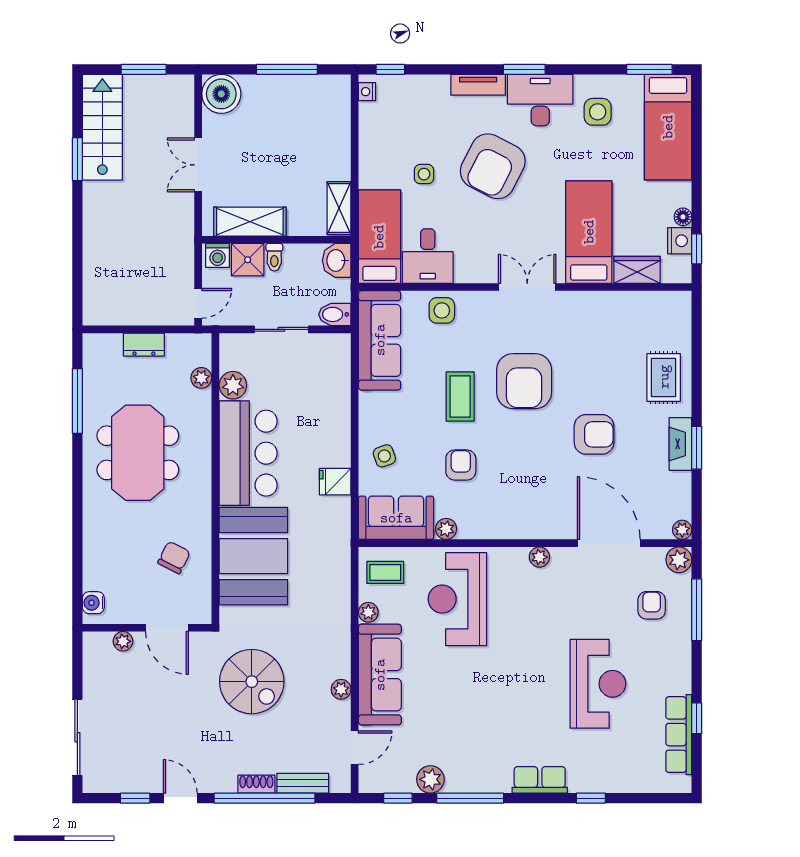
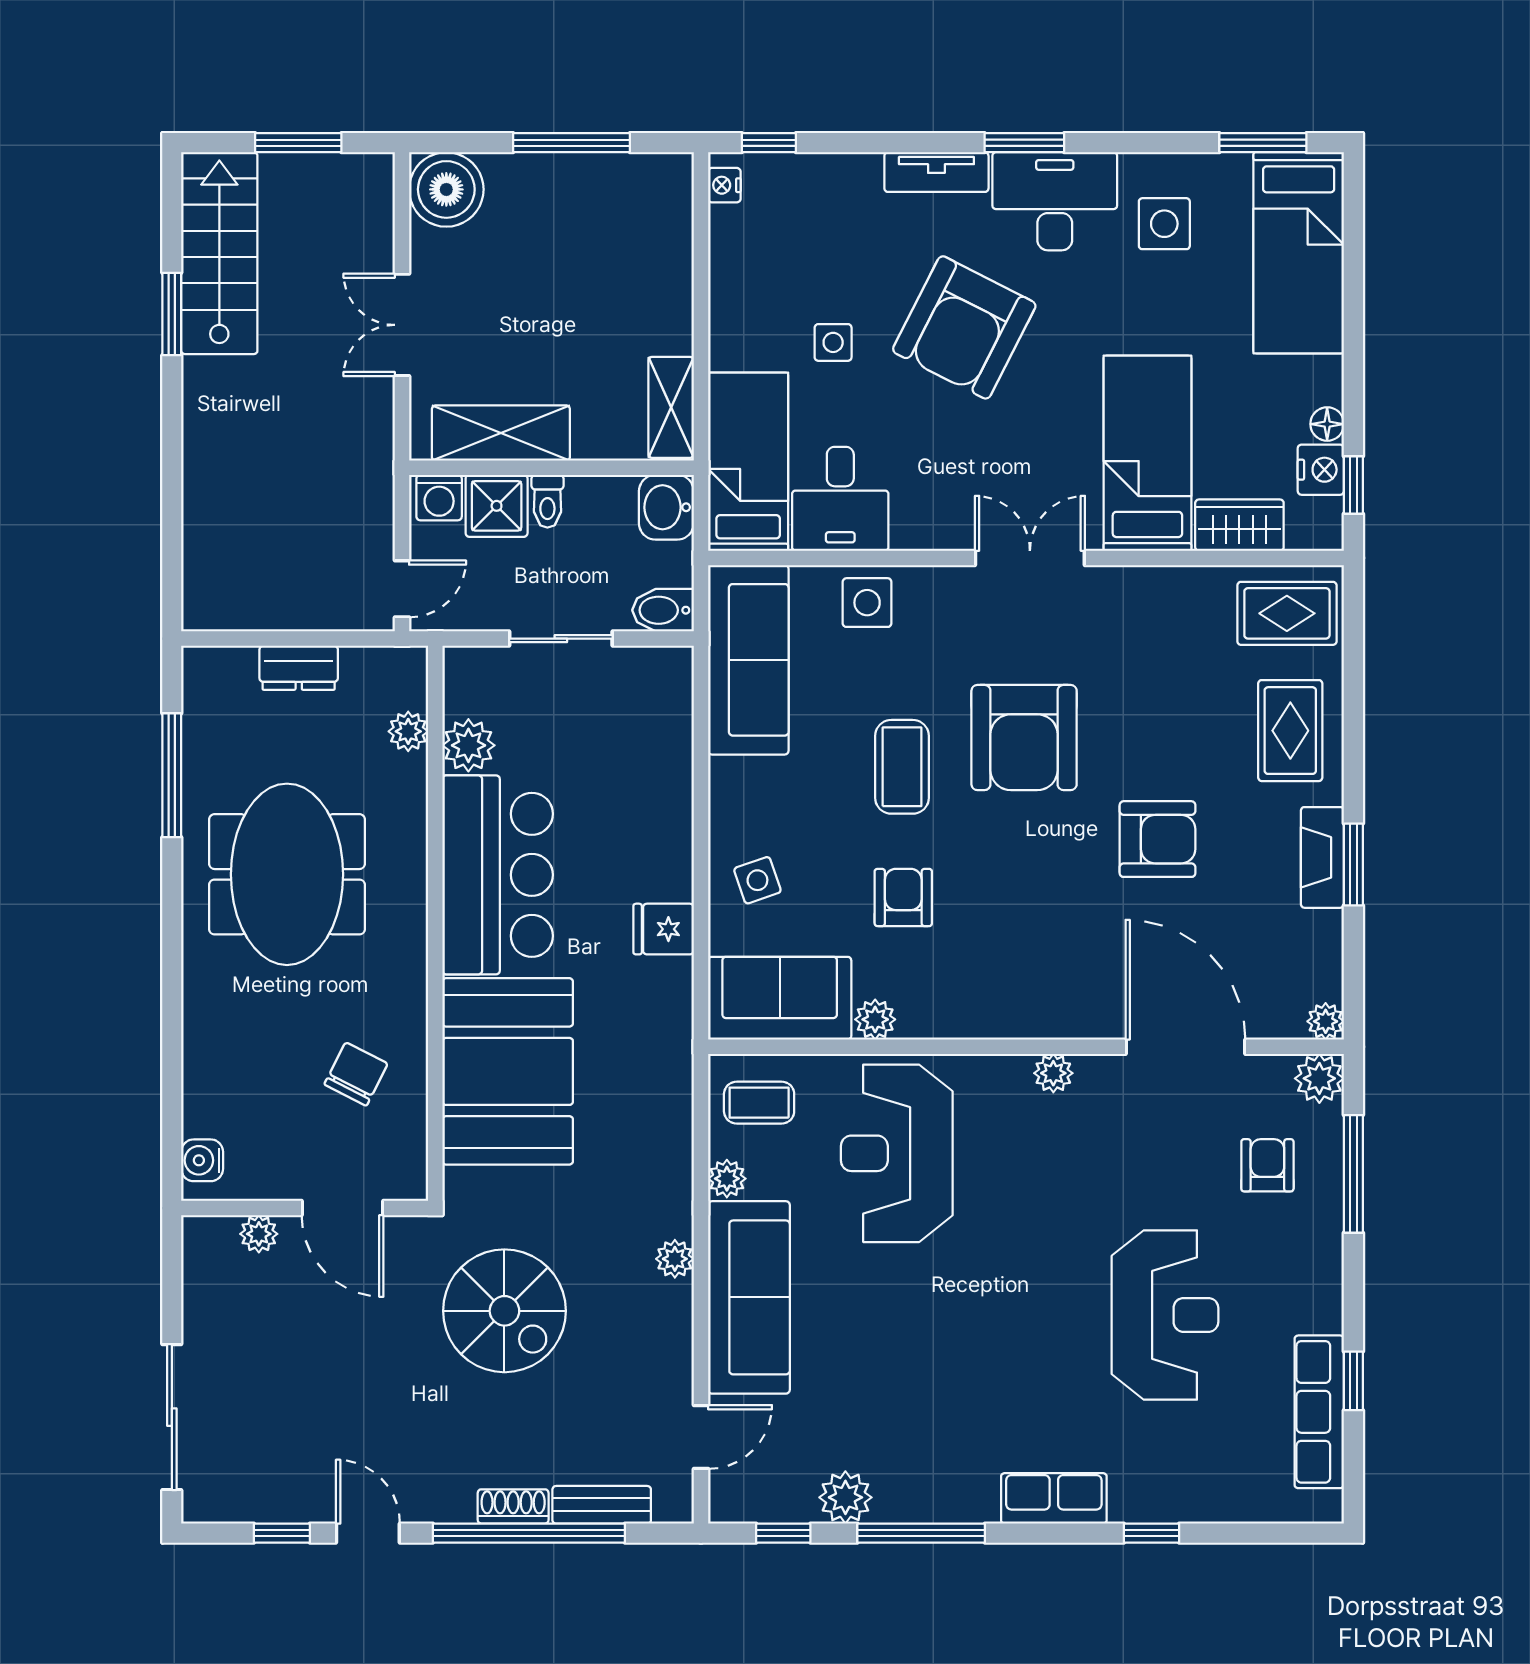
rug: (662, 316) -> (1287, 613), added
plant: (341, 689) -> (675, 1259), moved

